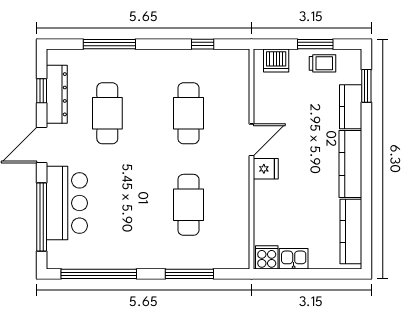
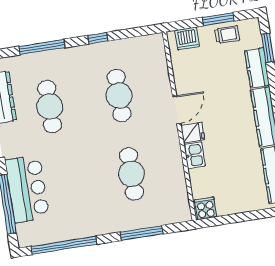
window: (203, 44) -> (98, 38), moved
kitchen sink: (294, 259) -> (195, 155), moved, turned 90

